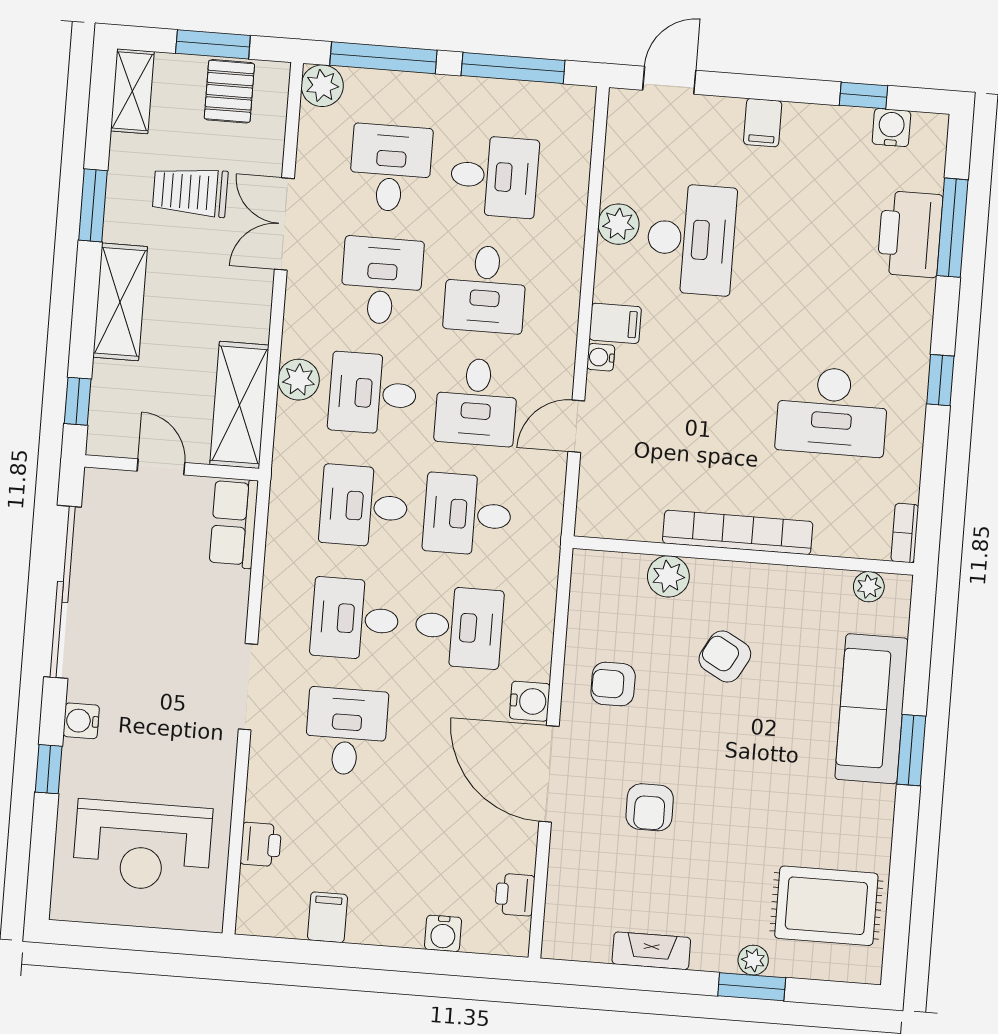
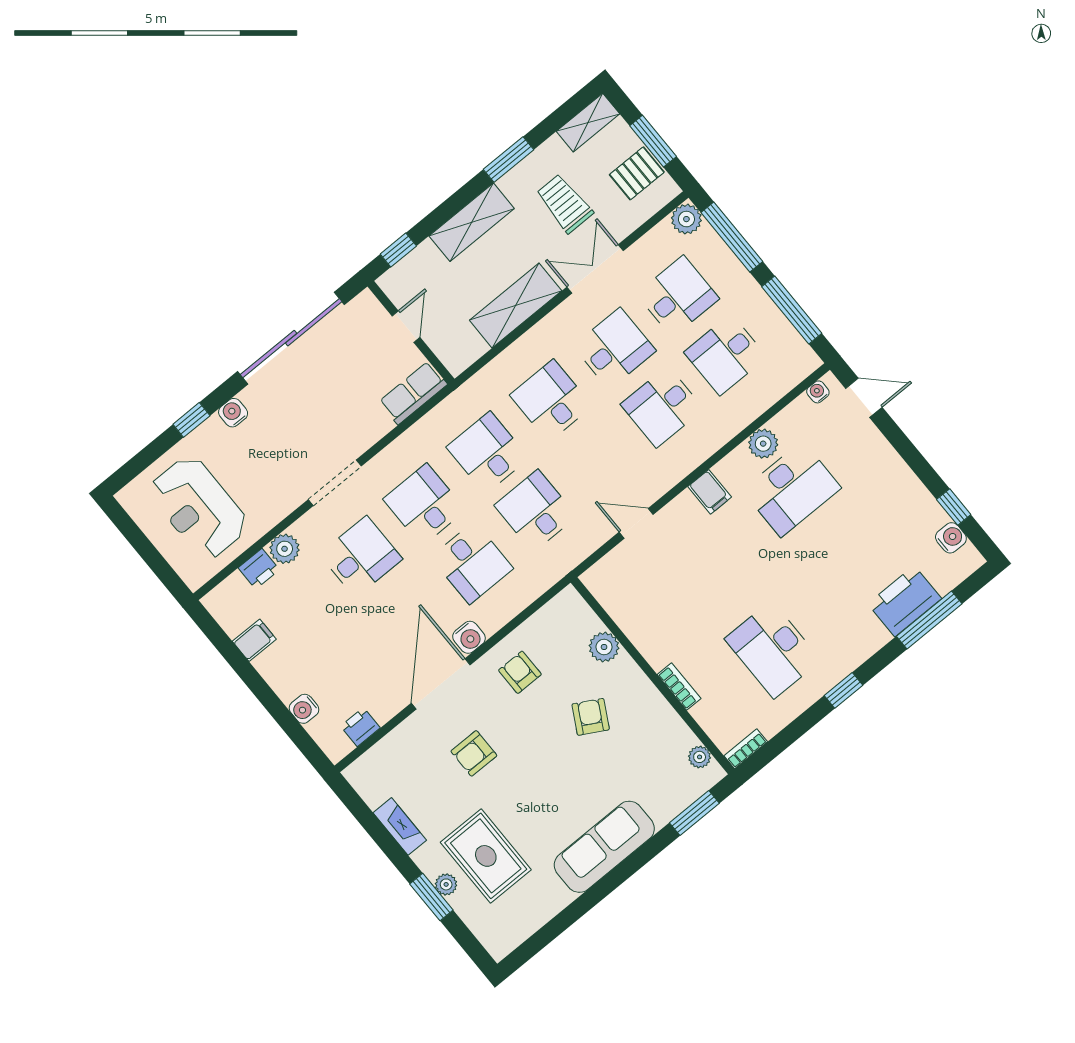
filing cabinet: (763, 123) -> (889, 468), removed
desk: (494, 176) -> (726, 355), turned 90
water cooler: (601, 357) -> (818, 392), moved
plant: (299, 380) -> (285, 549), moved
desk: (476, 402) -> (599, 459), removed
shelving: (239, 405) -> (516, 305), moved
bookcase: (738, 532) -> (679, 687), width x0.43, depth x0.76
sofa: (872, 709) -> (604, 847), moved
window: (911, 750) -> (694, 813), moved
rug: (826, 906) -> (486, 856), moved

